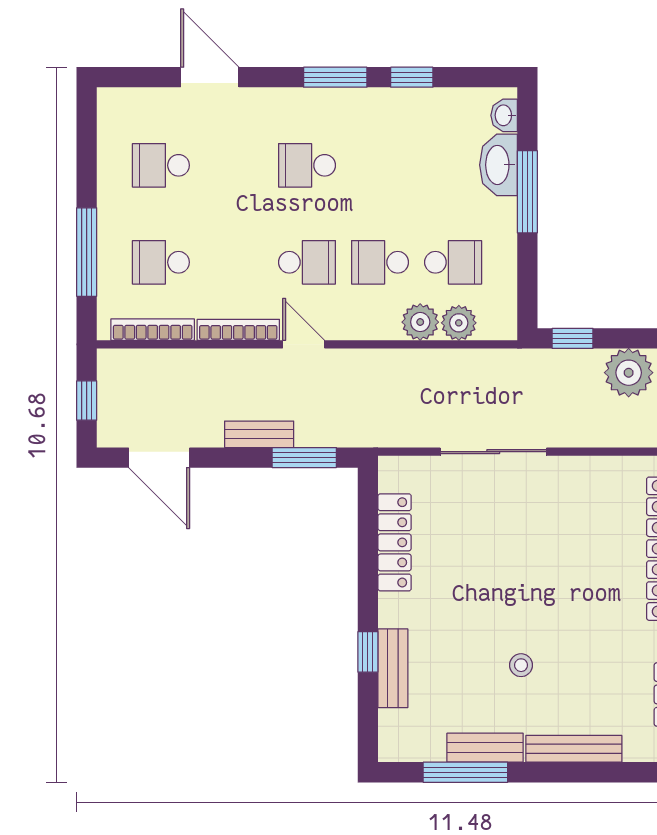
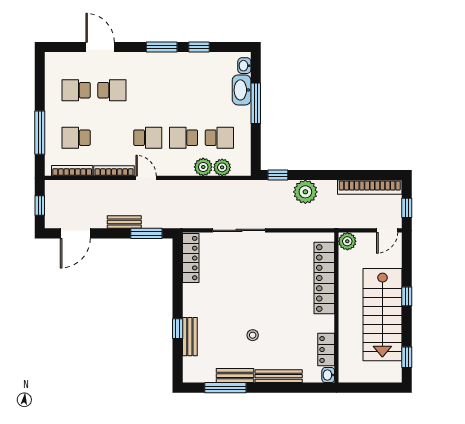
school desk: (307, 165) -> (112, 90), moved, turned 180
door: (159, 458) -> (75, 233), hinge flipped
locker: (395, 542) -> (191, 258), moved

